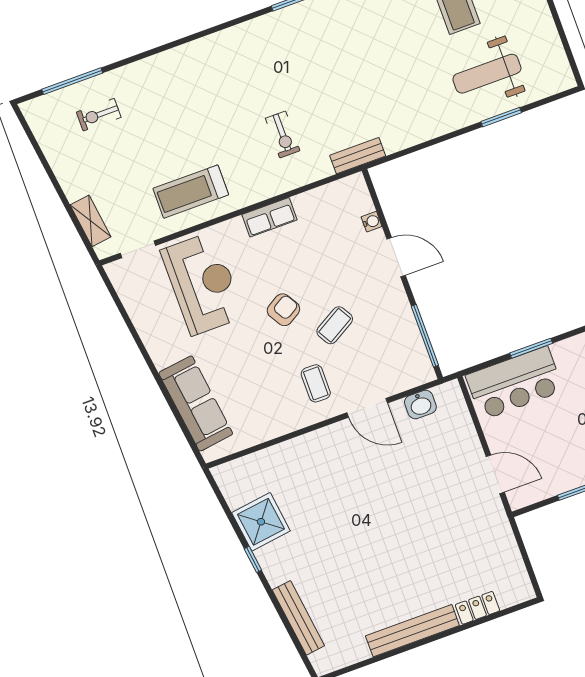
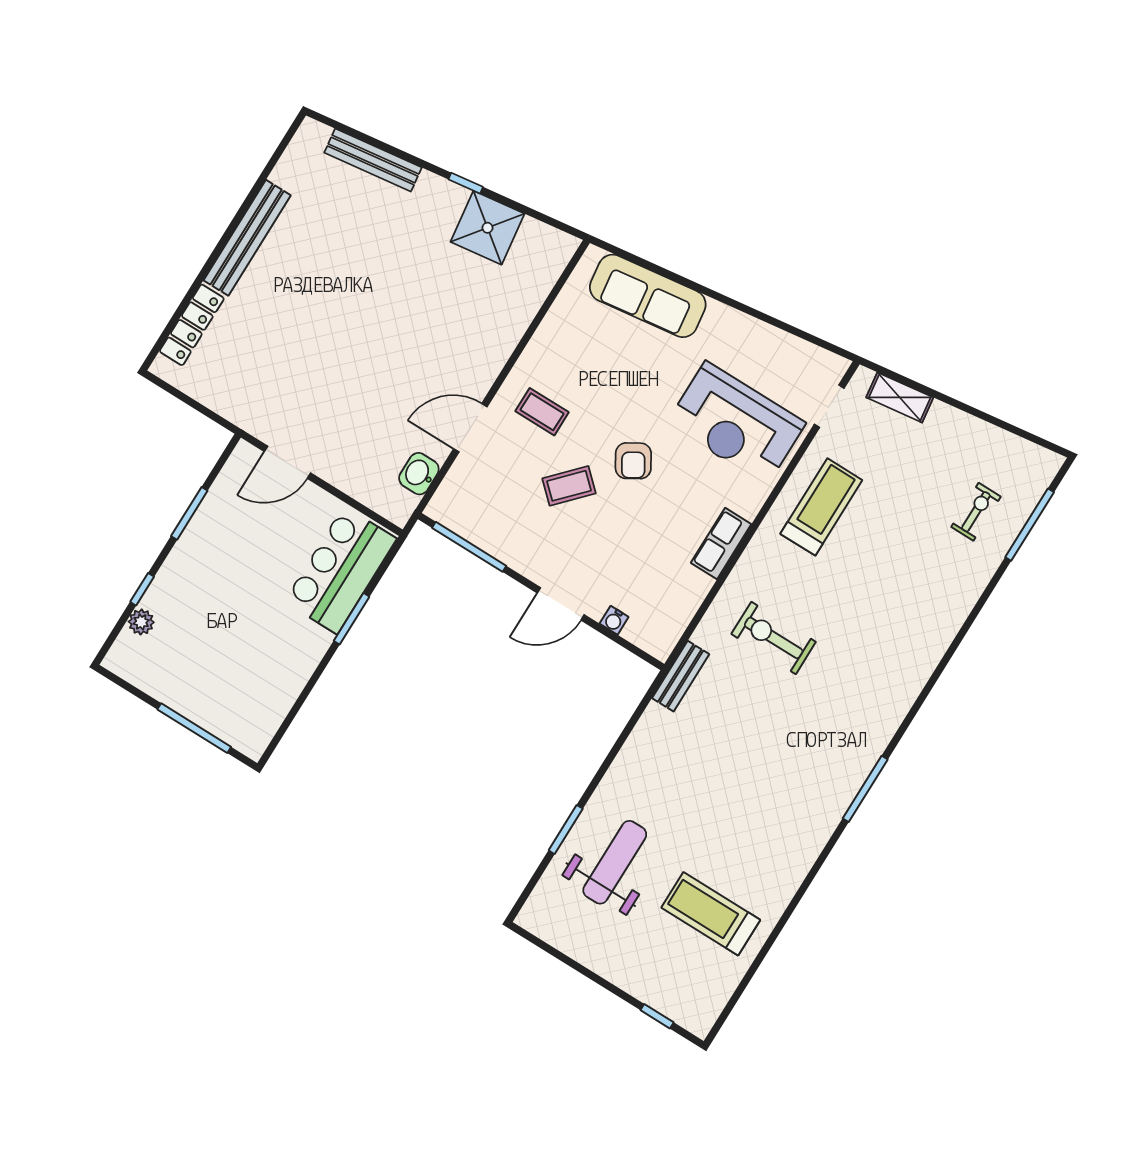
exercise bike: (283, 134) -> (774, 638), width x1.38, depth x1.39
coffee table: (335, 325) -> (569, 486), turned 73
locker: (477, 608) -> (192, 325), width x1.53

